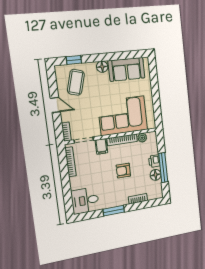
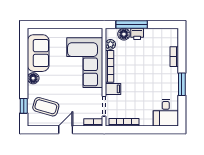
window: (163, 168) -> (132, 25), moved
armchair: (123, 171) -> (142, 69), removed
floor lamp: (156, 175) -> (124, 34), moved

